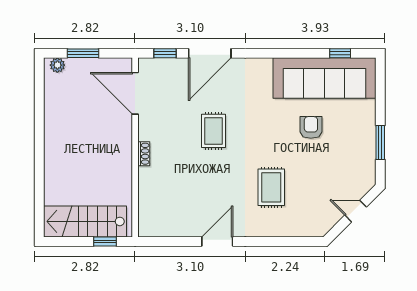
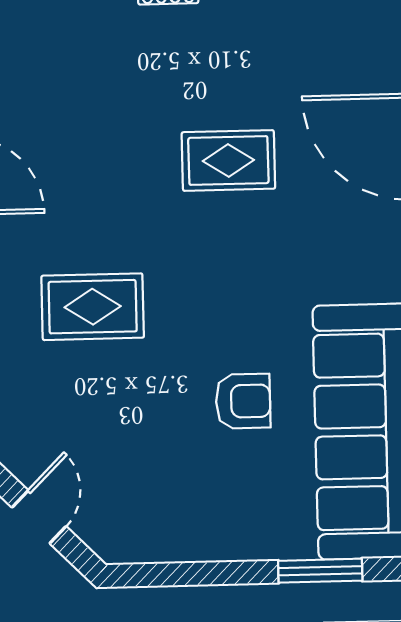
window: (380, 142) -> (320, 571), moved

